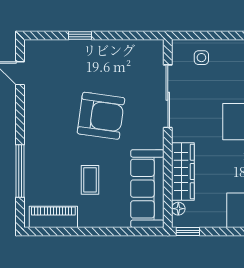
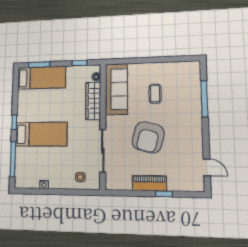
armchair: (101, 116) -> (148, 137), turned -84
piano: (53, 217) -> (149, 183), moved, turned 180
window: (188, 231) -> (80, 63), moved

